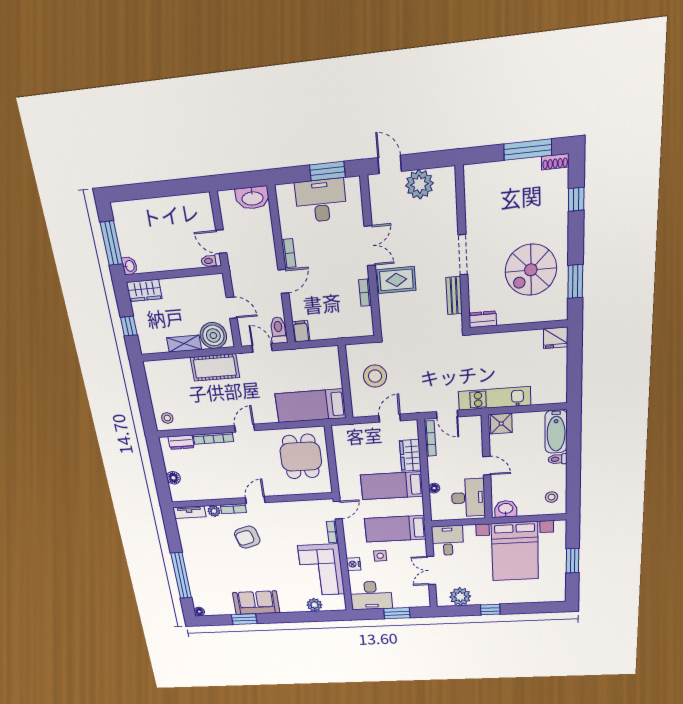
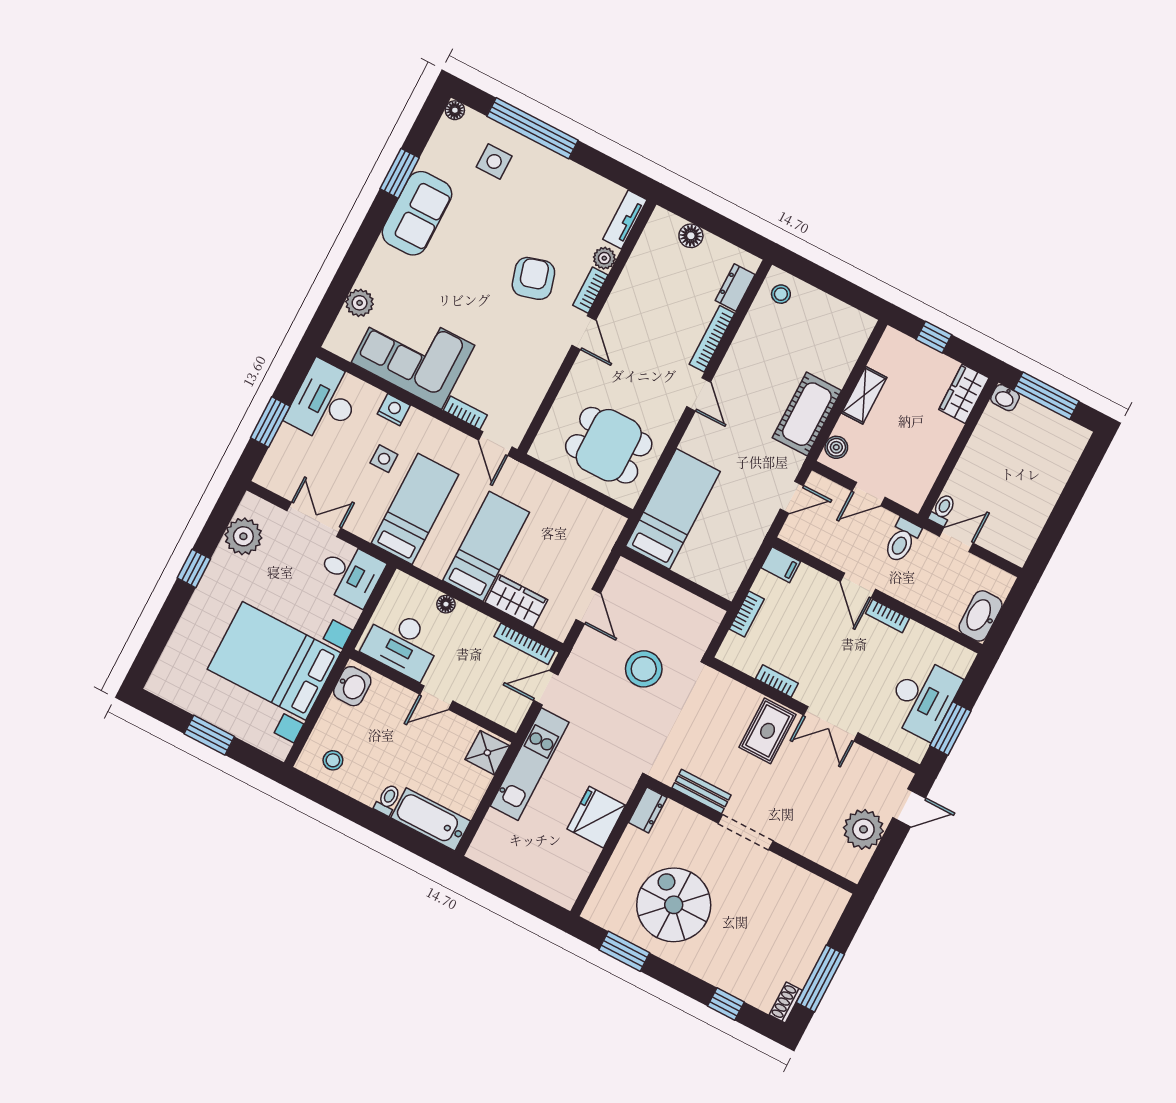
toilet: (278, 330) -> (902, 541), moved, turned 90
bookcase: (339, 333) -> (747, 614), added
boiler: (213, 336) -> (836, 447), width x0.54, depth x0.54
fridge: (556, 338) -> (596, 817), moved, width x1.36, depth x1.34
stool: (375, 376) -> (644, 669), moved
side table: (208, 583) -> (494, 161), added

